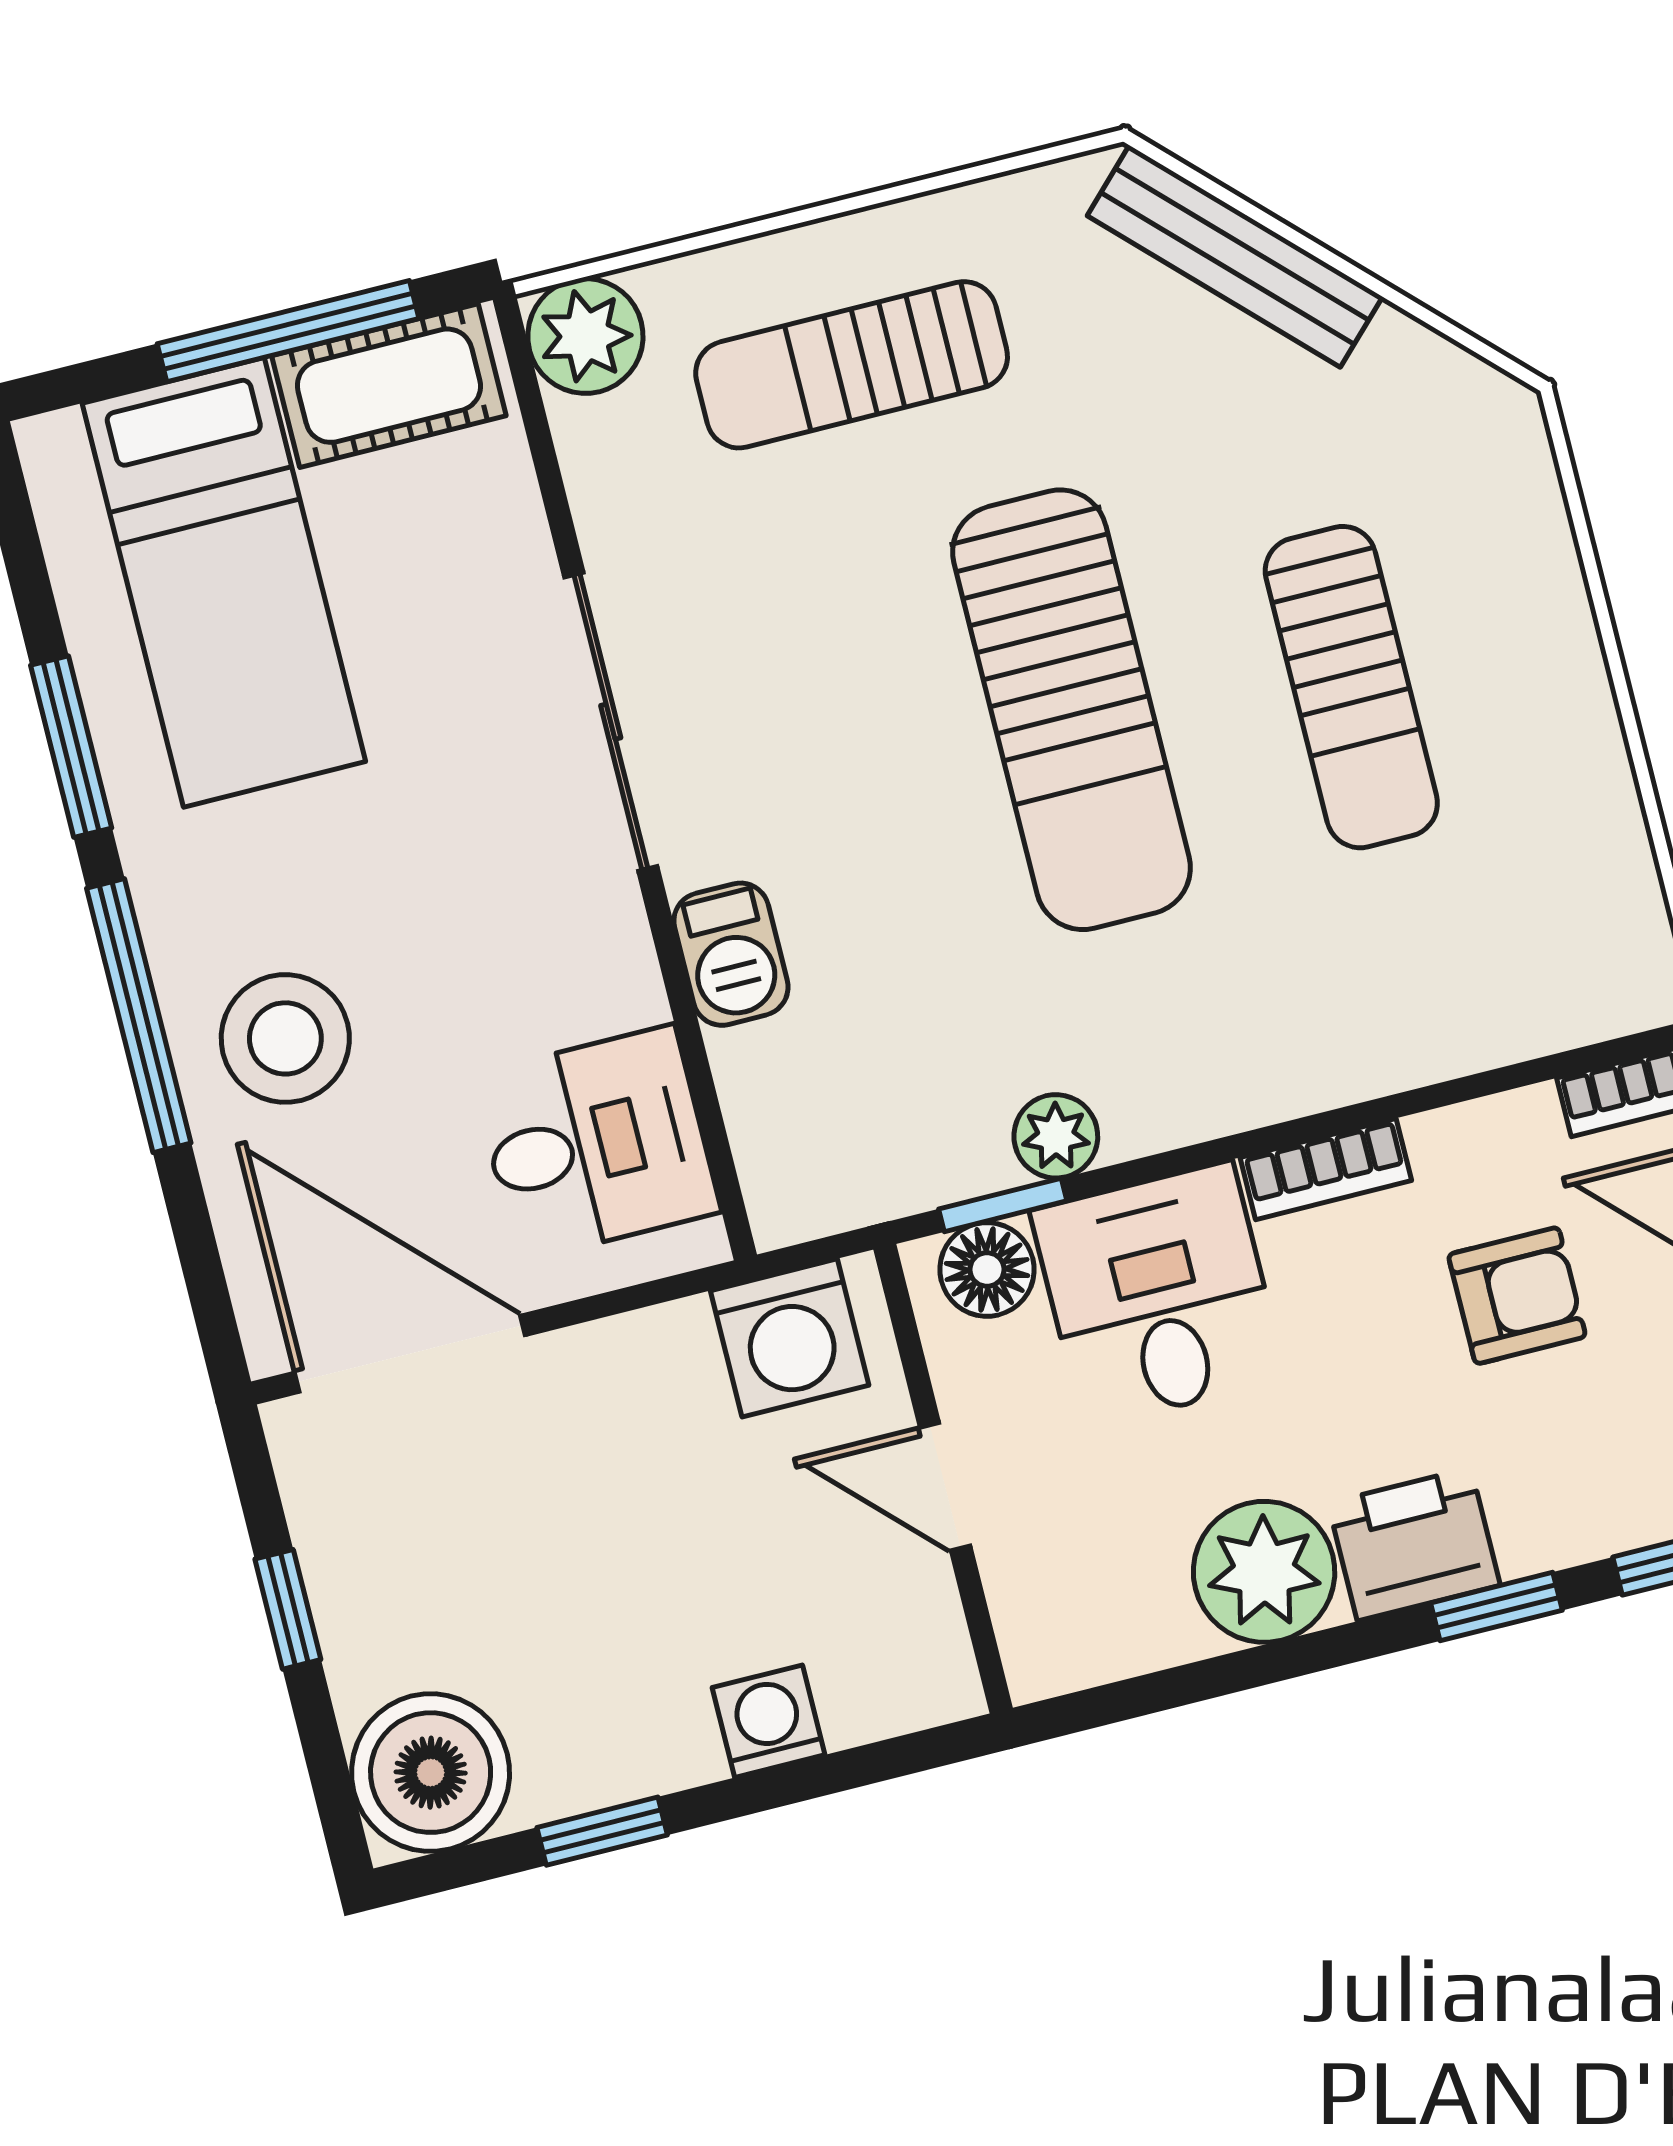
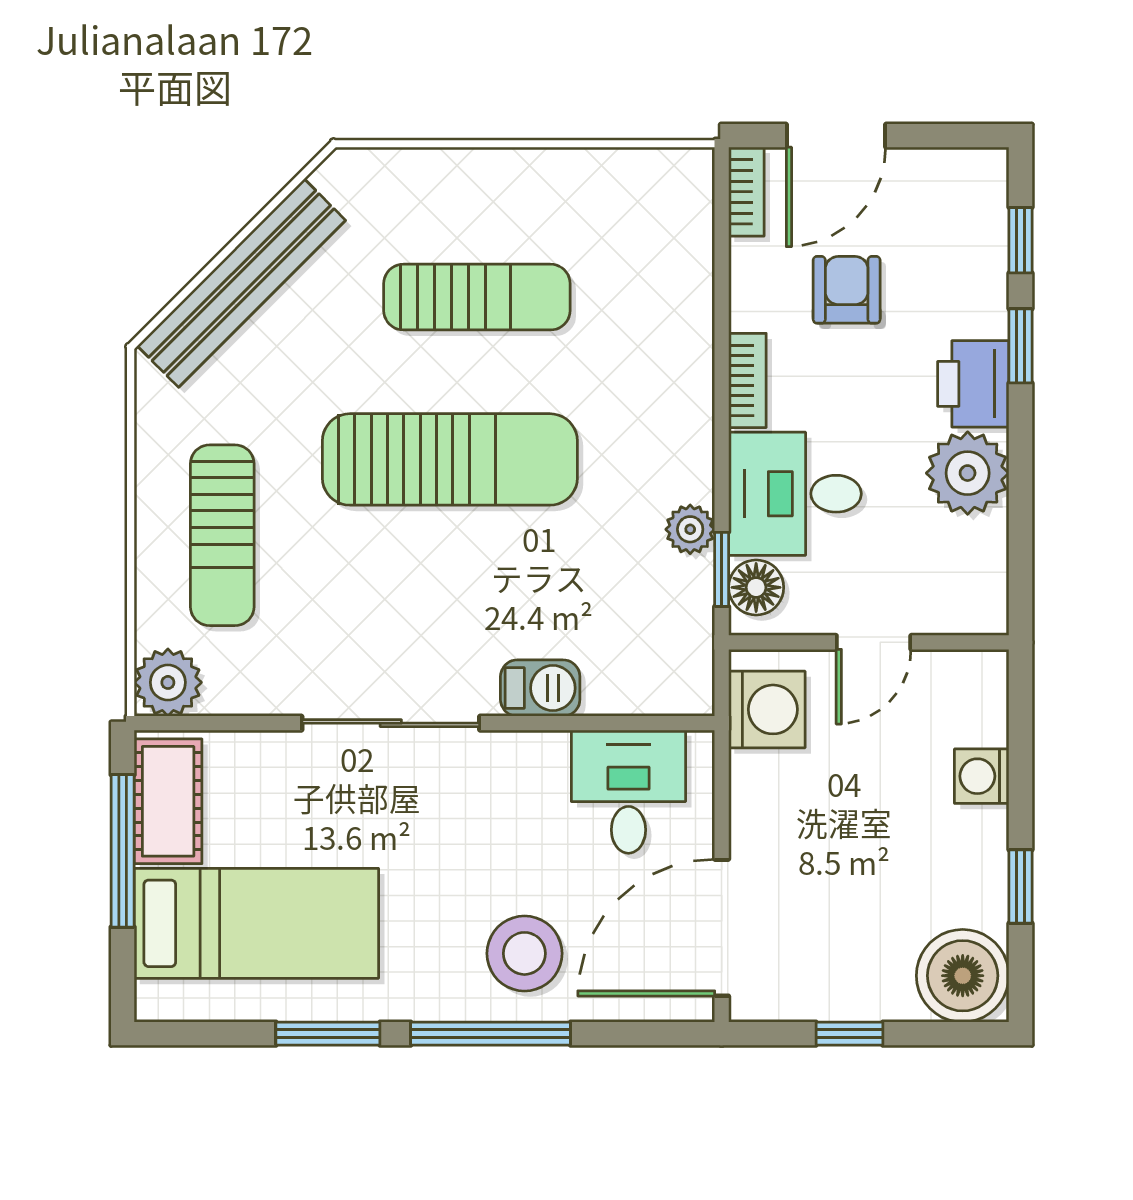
bench: (1235, 256) -> (241, 283), width x1.37, depth x1.21

